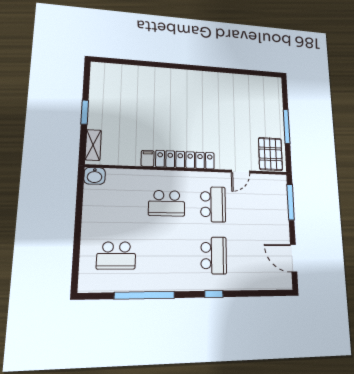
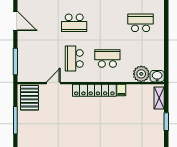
plant: (118, 180) -> (141, 74), added
school desk: (214, 256) -> (74, 23), turned -90

